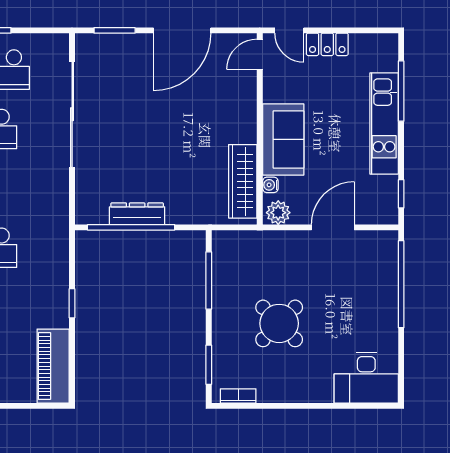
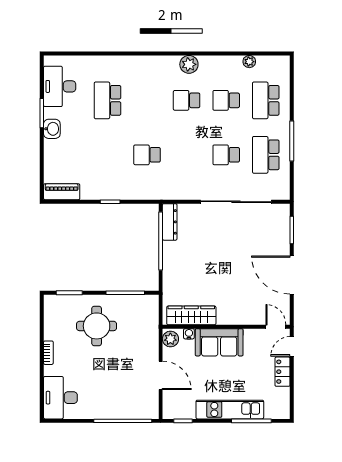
dresser: (137, 214) -> (170, 222), moved
round table: (279, 323) -> (97, 326), moved, turned 45
piano: (53, 366) -> (62, 192), width x0.73, depth x0.75
bookcase: (238, 396) -> (48, 353), moved

